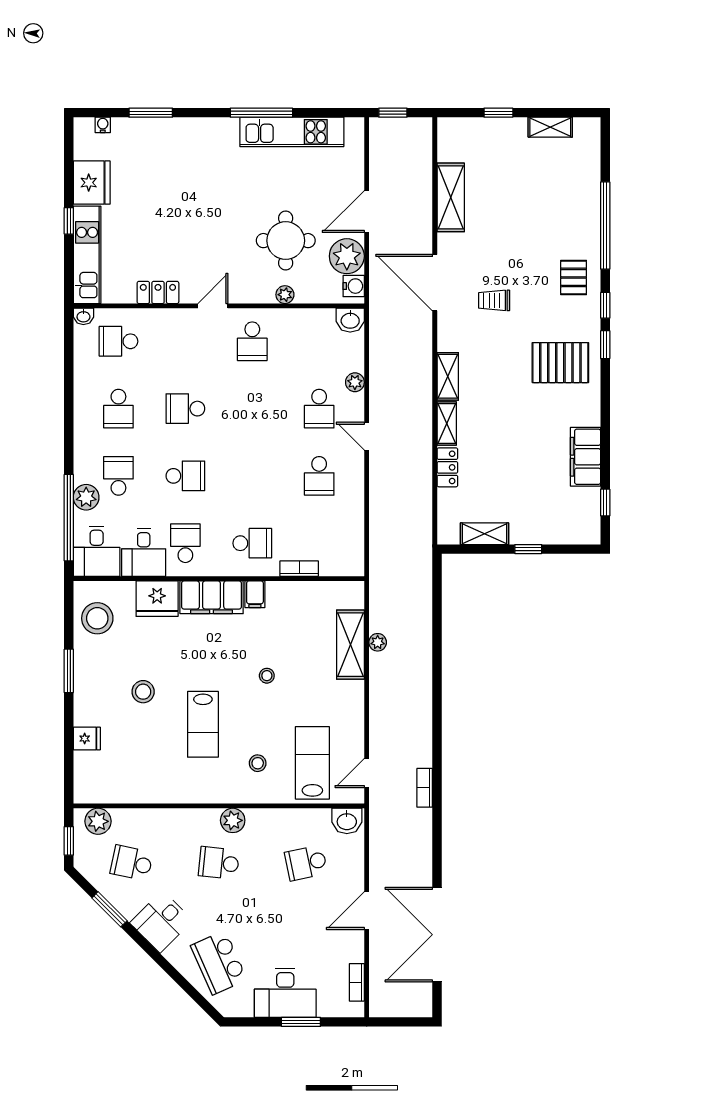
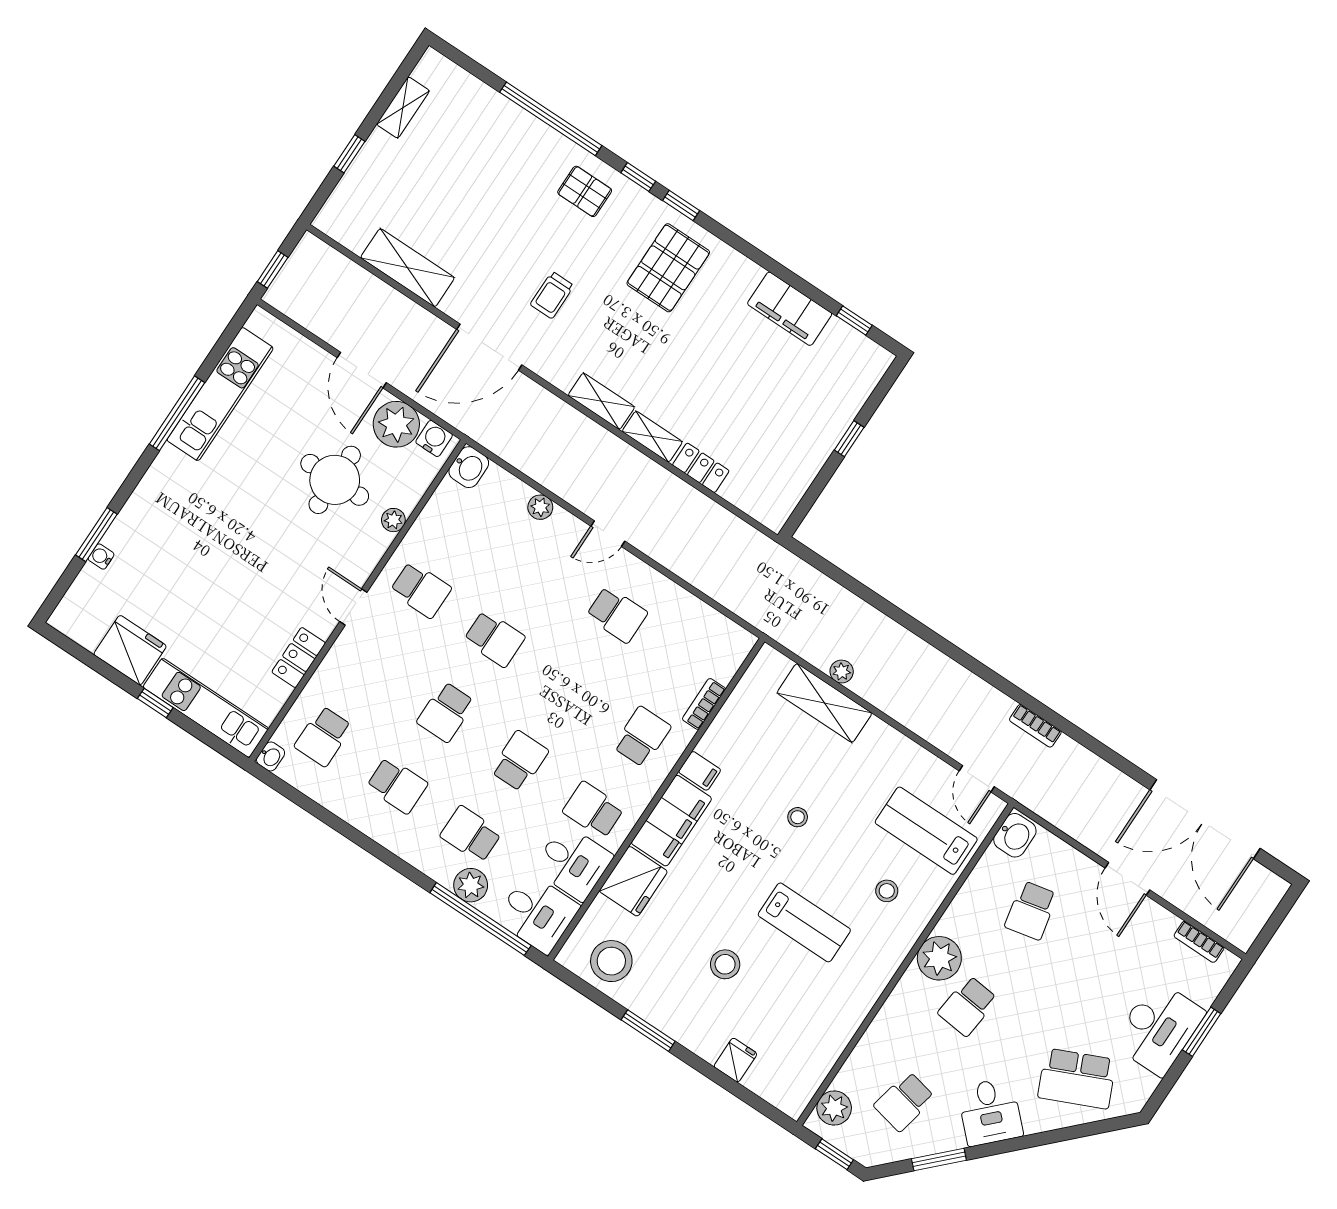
water cooler: (103, 125) -> (101, 557), moved
school desk: (319, 409) -> (494, 639), moved
shelving: (484, 534) -> (800, 475), removed
plant: (233, 820) -> (939, 958), width x1.36, depth x1.36

